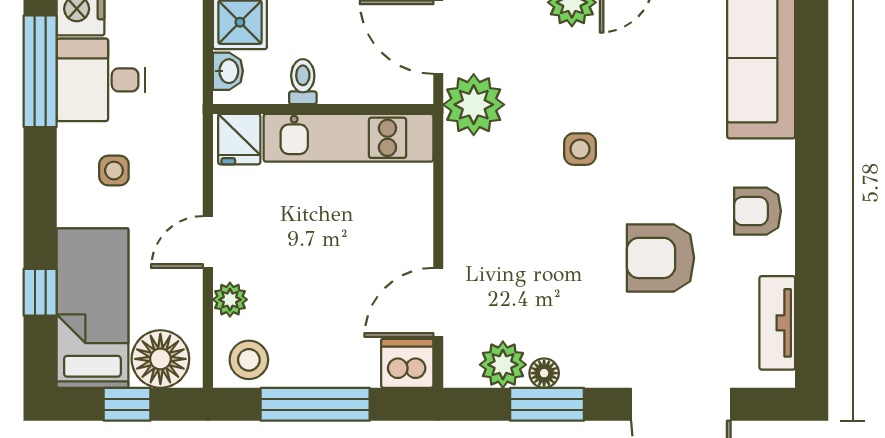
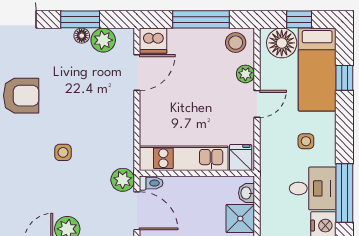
toilet: (303, 82) -> (151, 183), moved, turned -90
plant: (474, 105) -> (123, 180), width x0.73, depth x0.73

